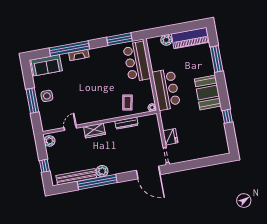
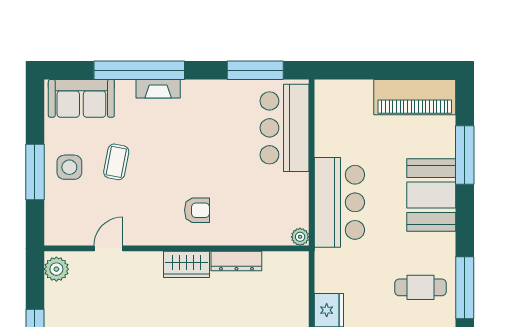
plant: (166, 40) -> (360, 92), removed
booth: (208, 92) -> (431, 195), moved
coffee table: (127, 103) -> (116, 162), moved
armchair: (105, 104) -> (197, 210), added
window: (227, 116) -> (465, 288), width x2.17
cafe table: (208, 120) -> (421, 287), added
wardrobe: (94, 130) -> (187, 264), moved

